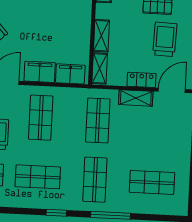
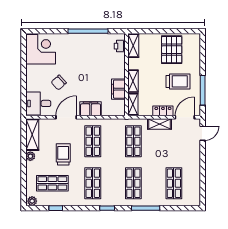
trolley: (165, 39) -> (178, 81), turned 88
filing cabinet: (70, 74) -> (118, 89), moved, turned -90
shop shelf: (38, 177) -> (93, 183), turned 90
shop shelf: (152, 182) -> (174, 183), turned 90

